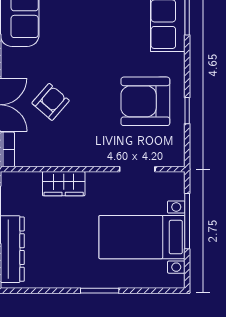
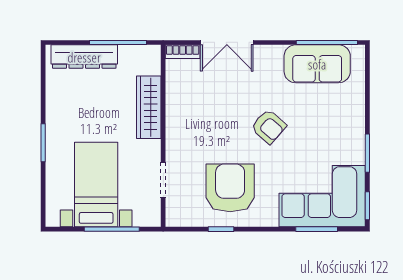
armchair: (51, 102) -> (269, 127), moved
wardrobe: (64, 184) -> (149, 107), width x1.50

